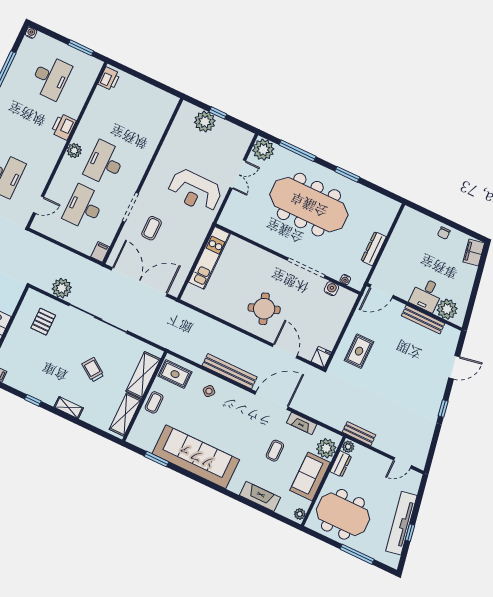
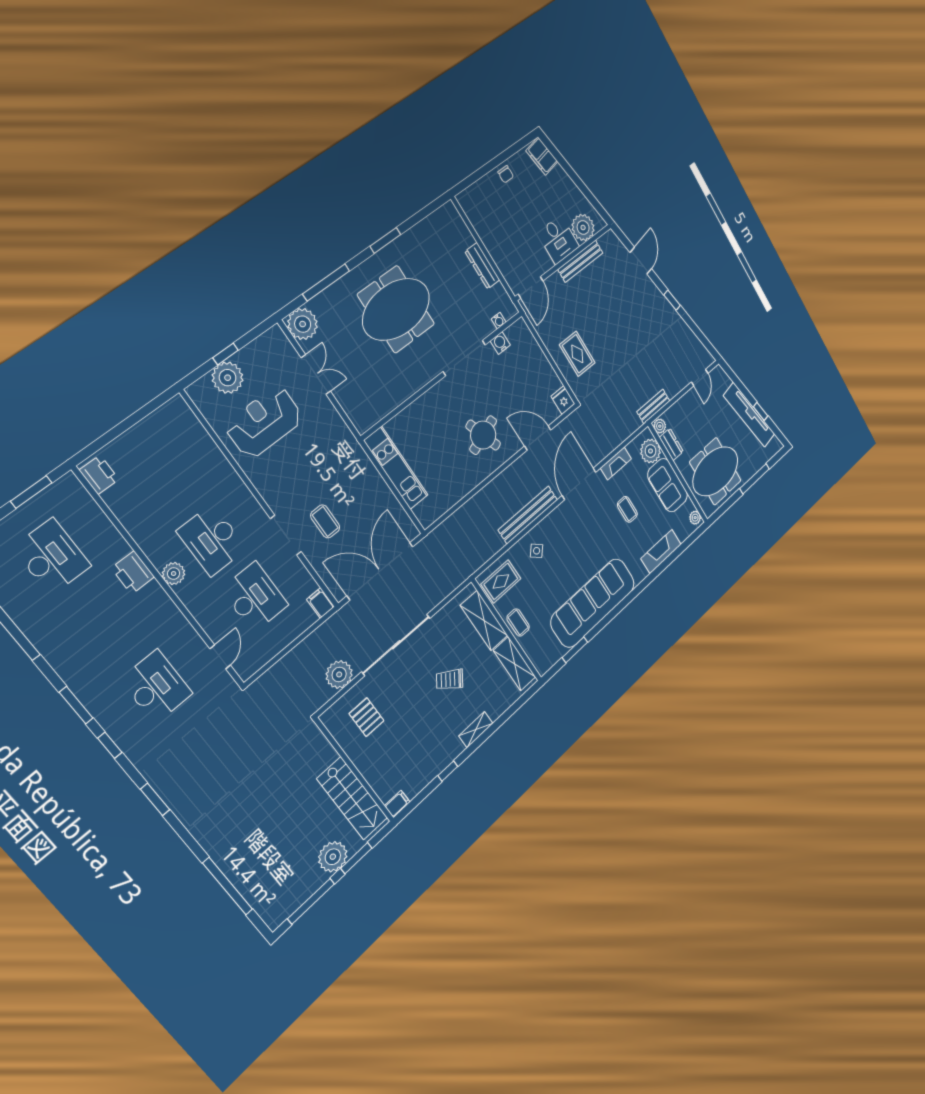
reception desk: (195, 191) -> (264, 422), moved, turned 180
meeting table: (309, 205) -> (396, 309), width x0.73
desk: (84, 207) -> (255, 597), turned 180

